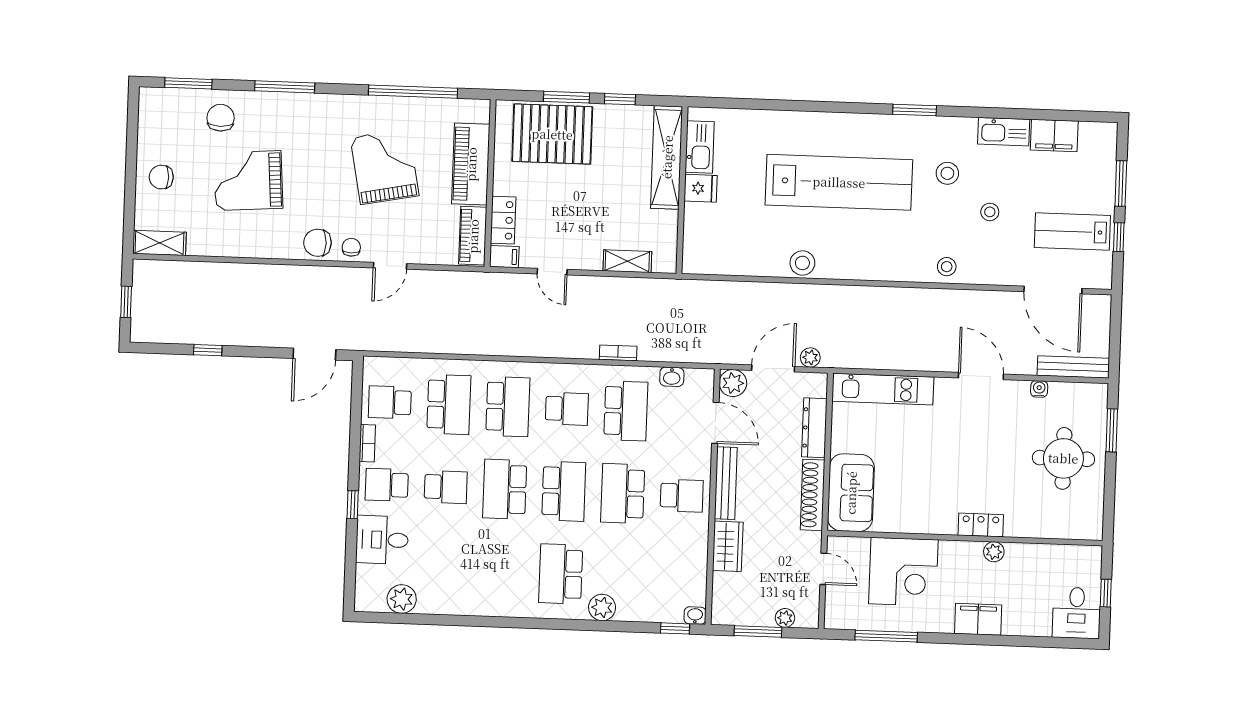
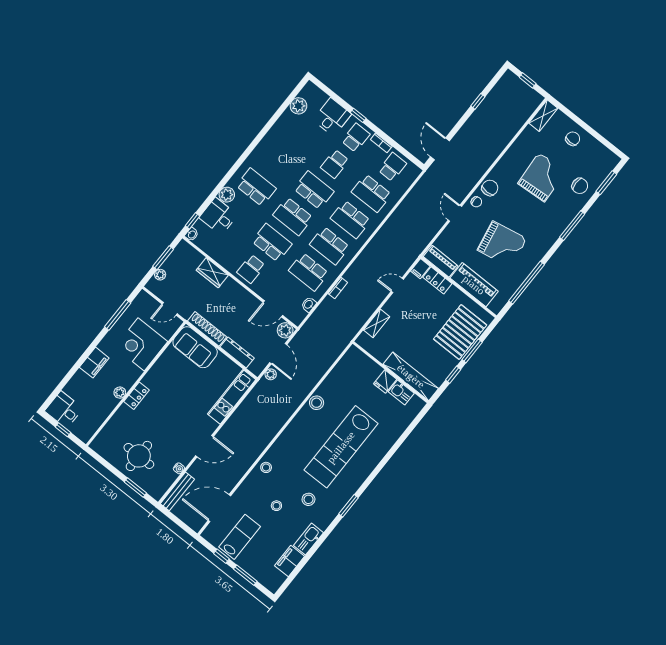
kitchen sink: (700, 147) -> (401, 393), width x0.73
school desk: (567, 409) -> (330, 246), width x1.85
bench: (726, 483) -> (242, 293), removed
desk: (642, 597) -> (218, 216), added

